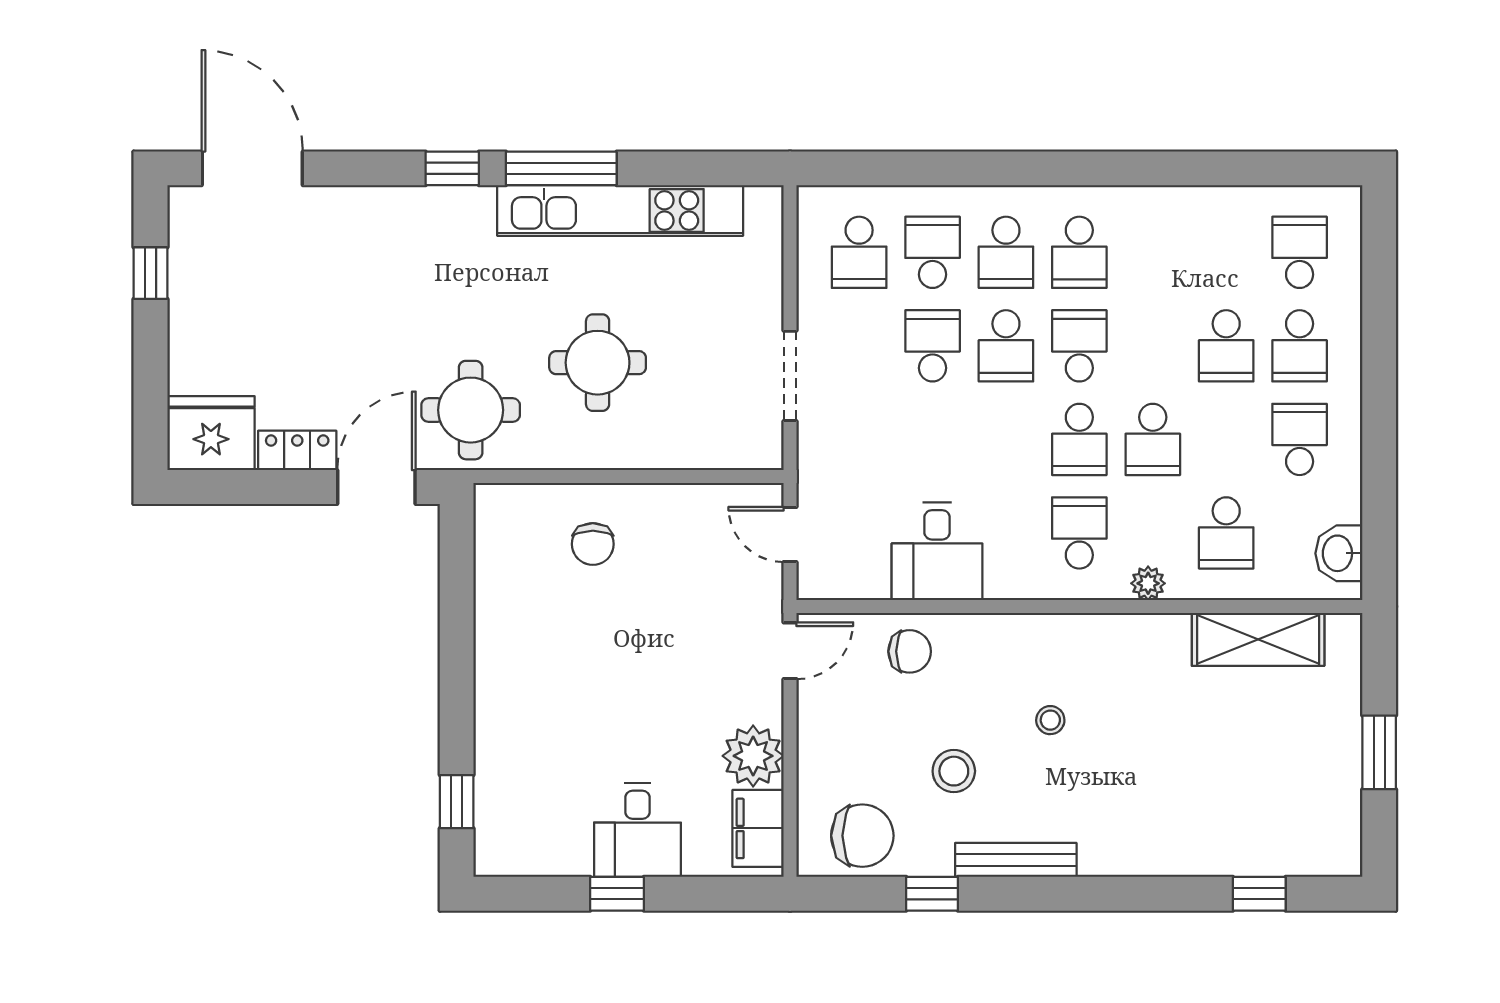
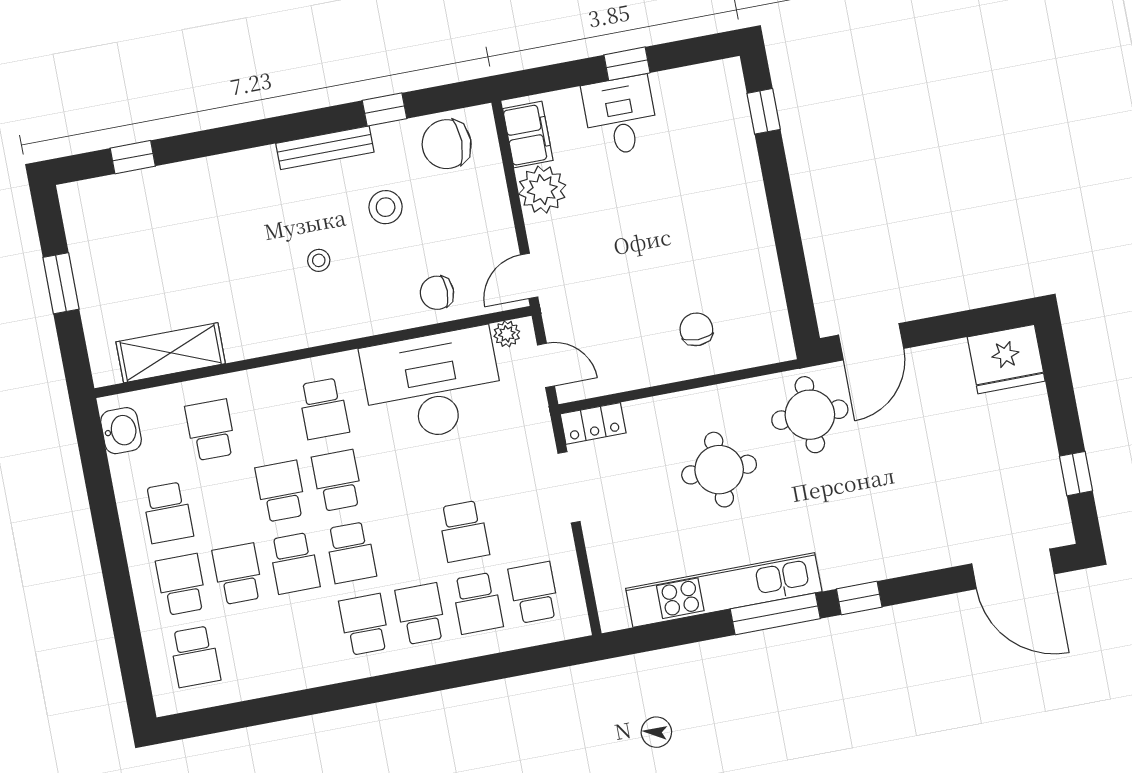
school desk: (1006, 346) -> (294, 563), moved, turned 180
locker: (297, 450) -> (593, 423), moved
desk: (937, 551) -> (433, 385), width x1.87, depth x1.30
plant: (1148, 583) -> (507, 334), moved

